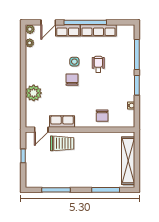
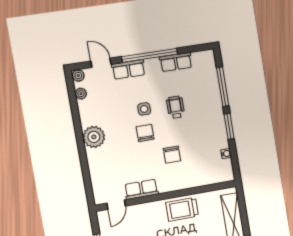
door: (48, 22) -> (101, 63), swing flipped
row of seats: (98, 30) -> (176, 62), width x0.68
plant: (34, 93) -> (94, 137), moved
chair: (102, 116) -> (172, 155), moved
trolley: (62, 143) -> (182, 209), moved, turned 180

